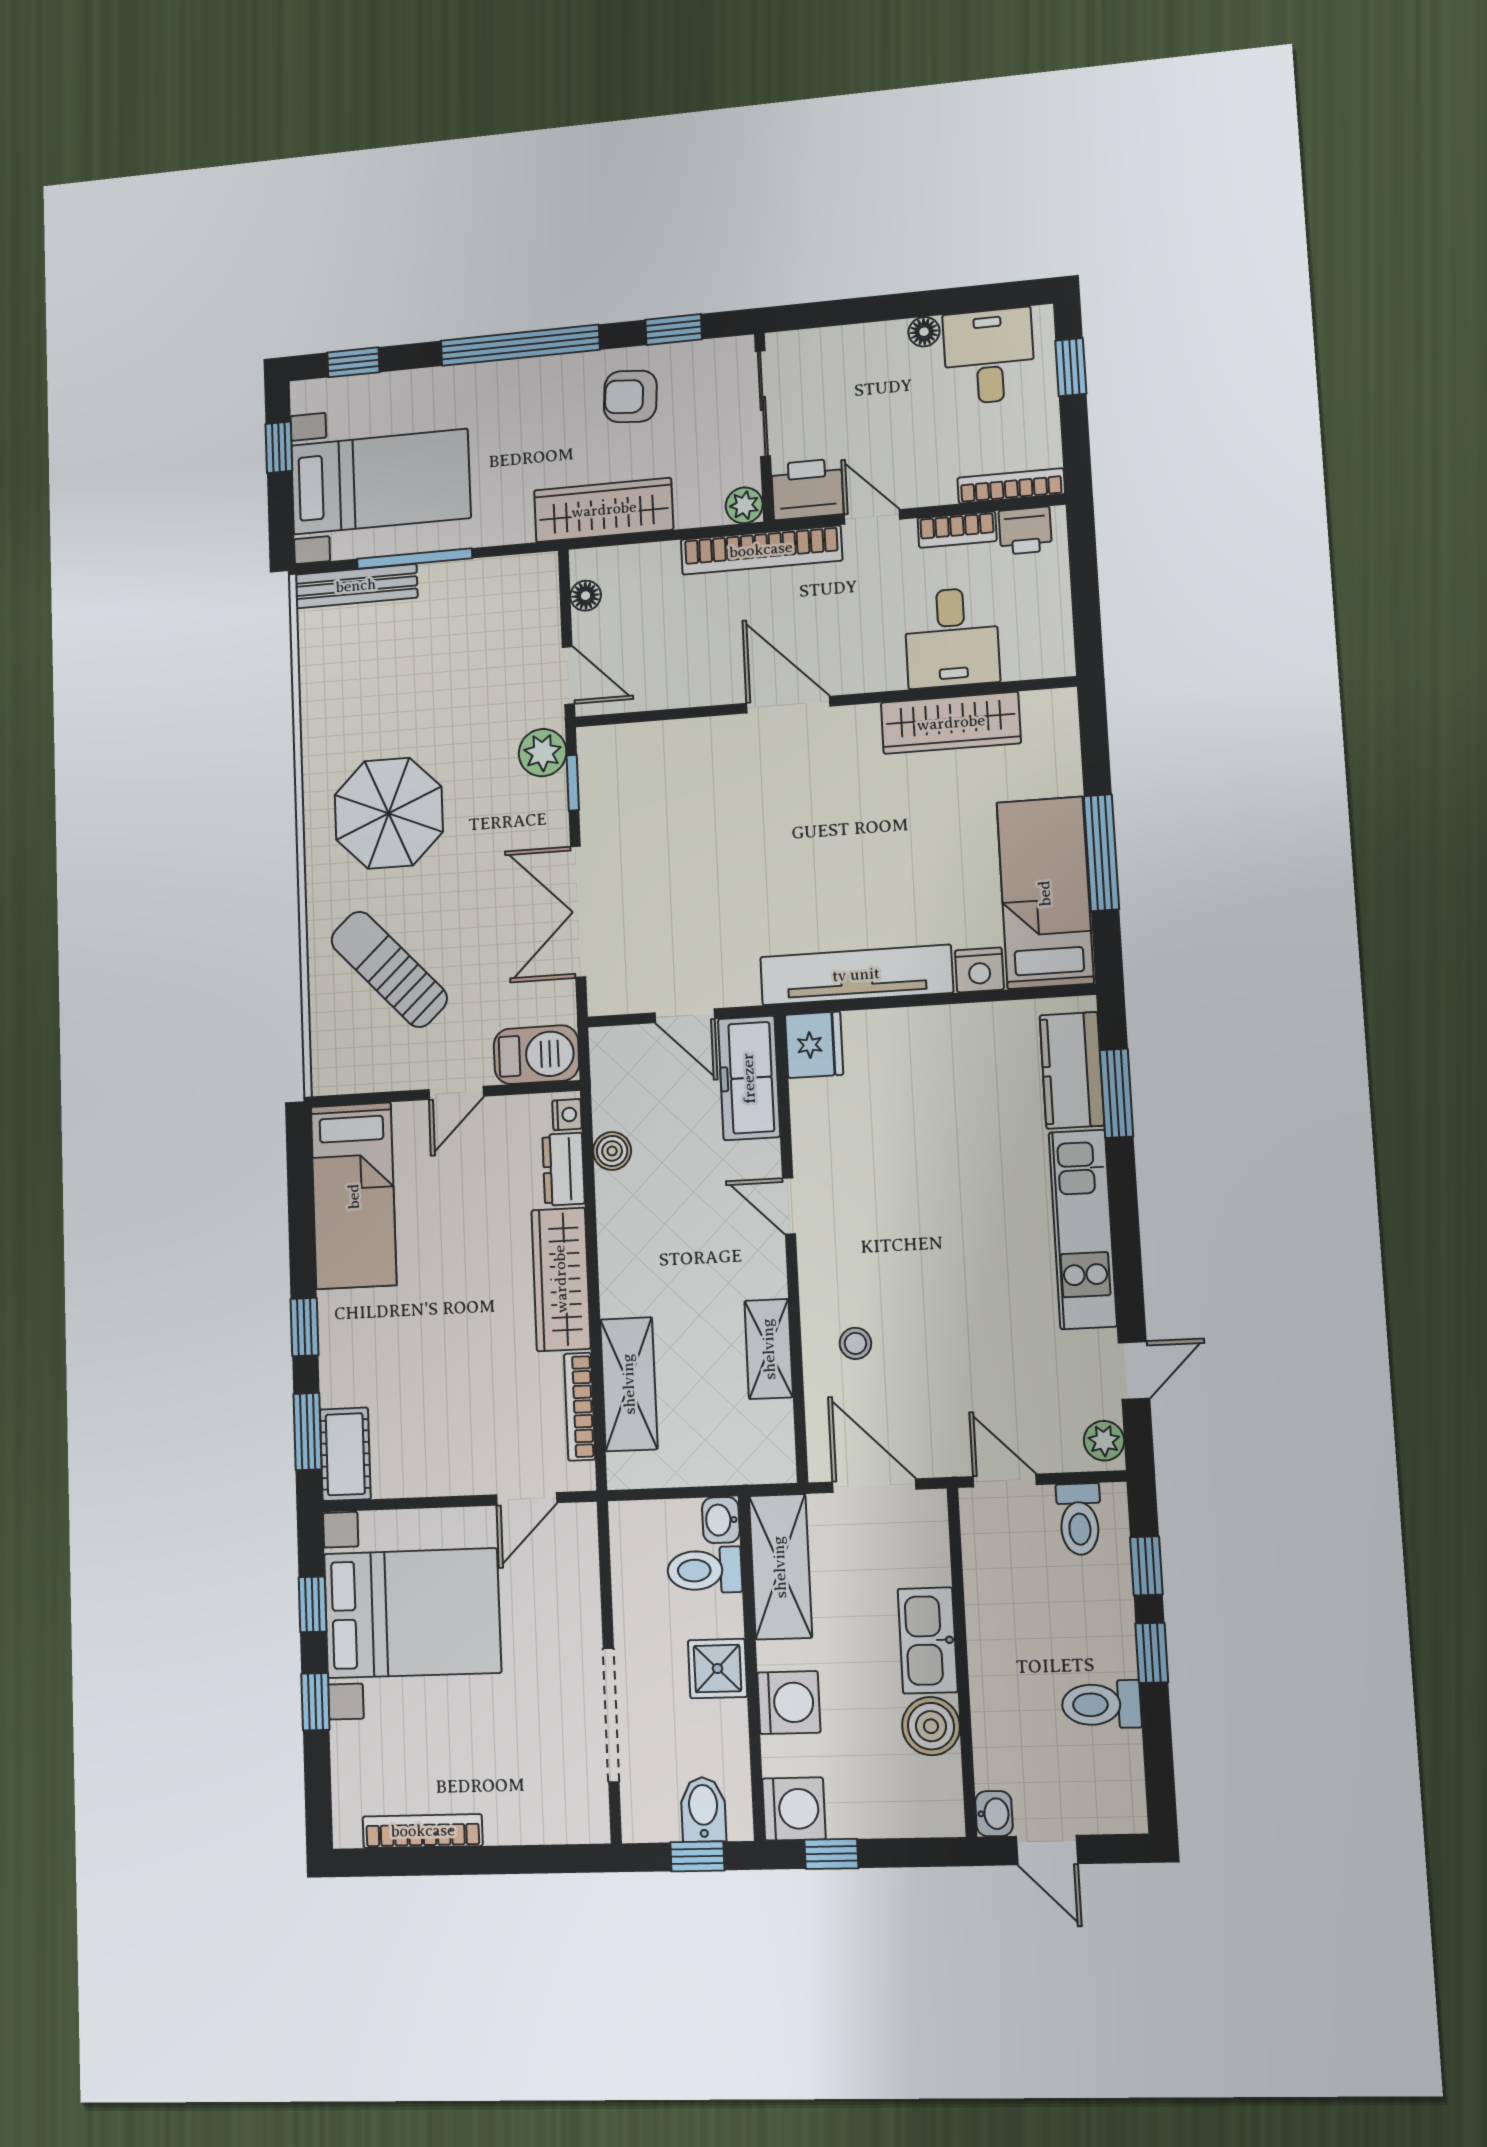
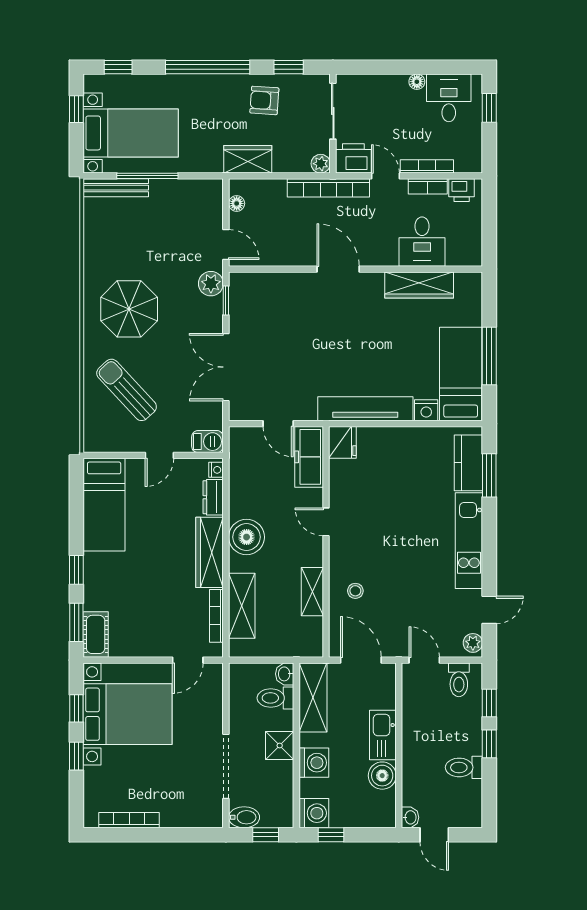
bookcase: (1011, 486) -> (427, 166), moved
wardrobe: (604, 510) -> (248, 159), width x0.67
barbecue: (536, 1055) -> (207, 442), width x0.73, depth x0.79
boiler: (612, 1151) -> (247, 537), moved, width x1.86, depth x1.86
bidet: (703, 1809) -> (244, 817), moved, turned 90

